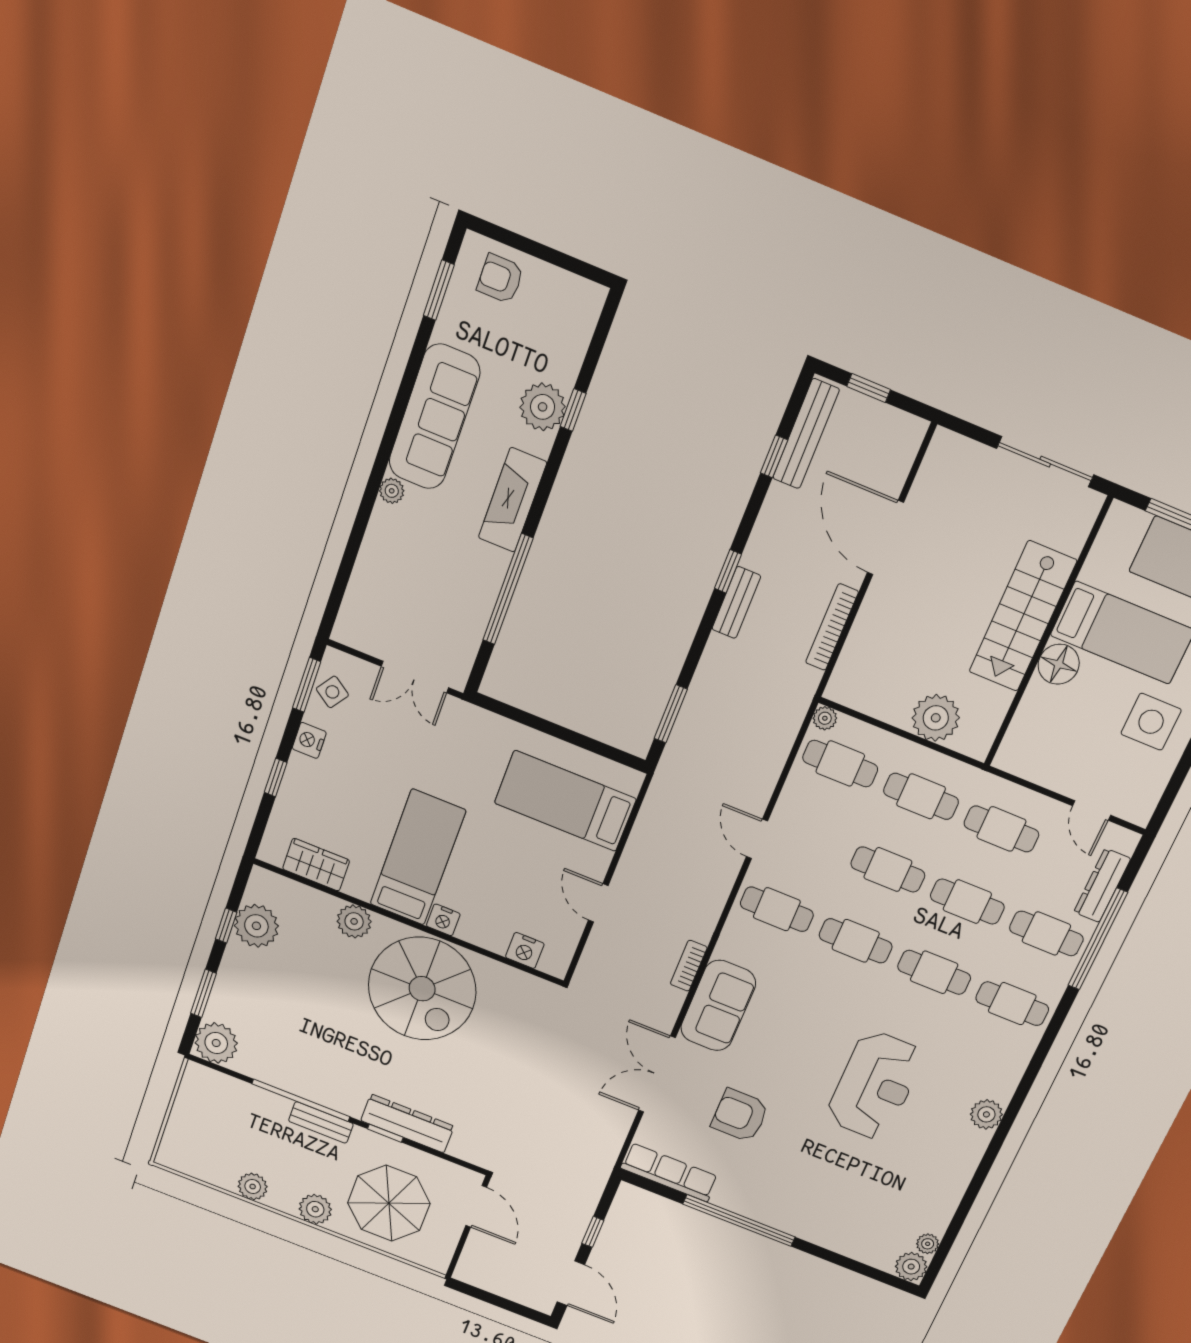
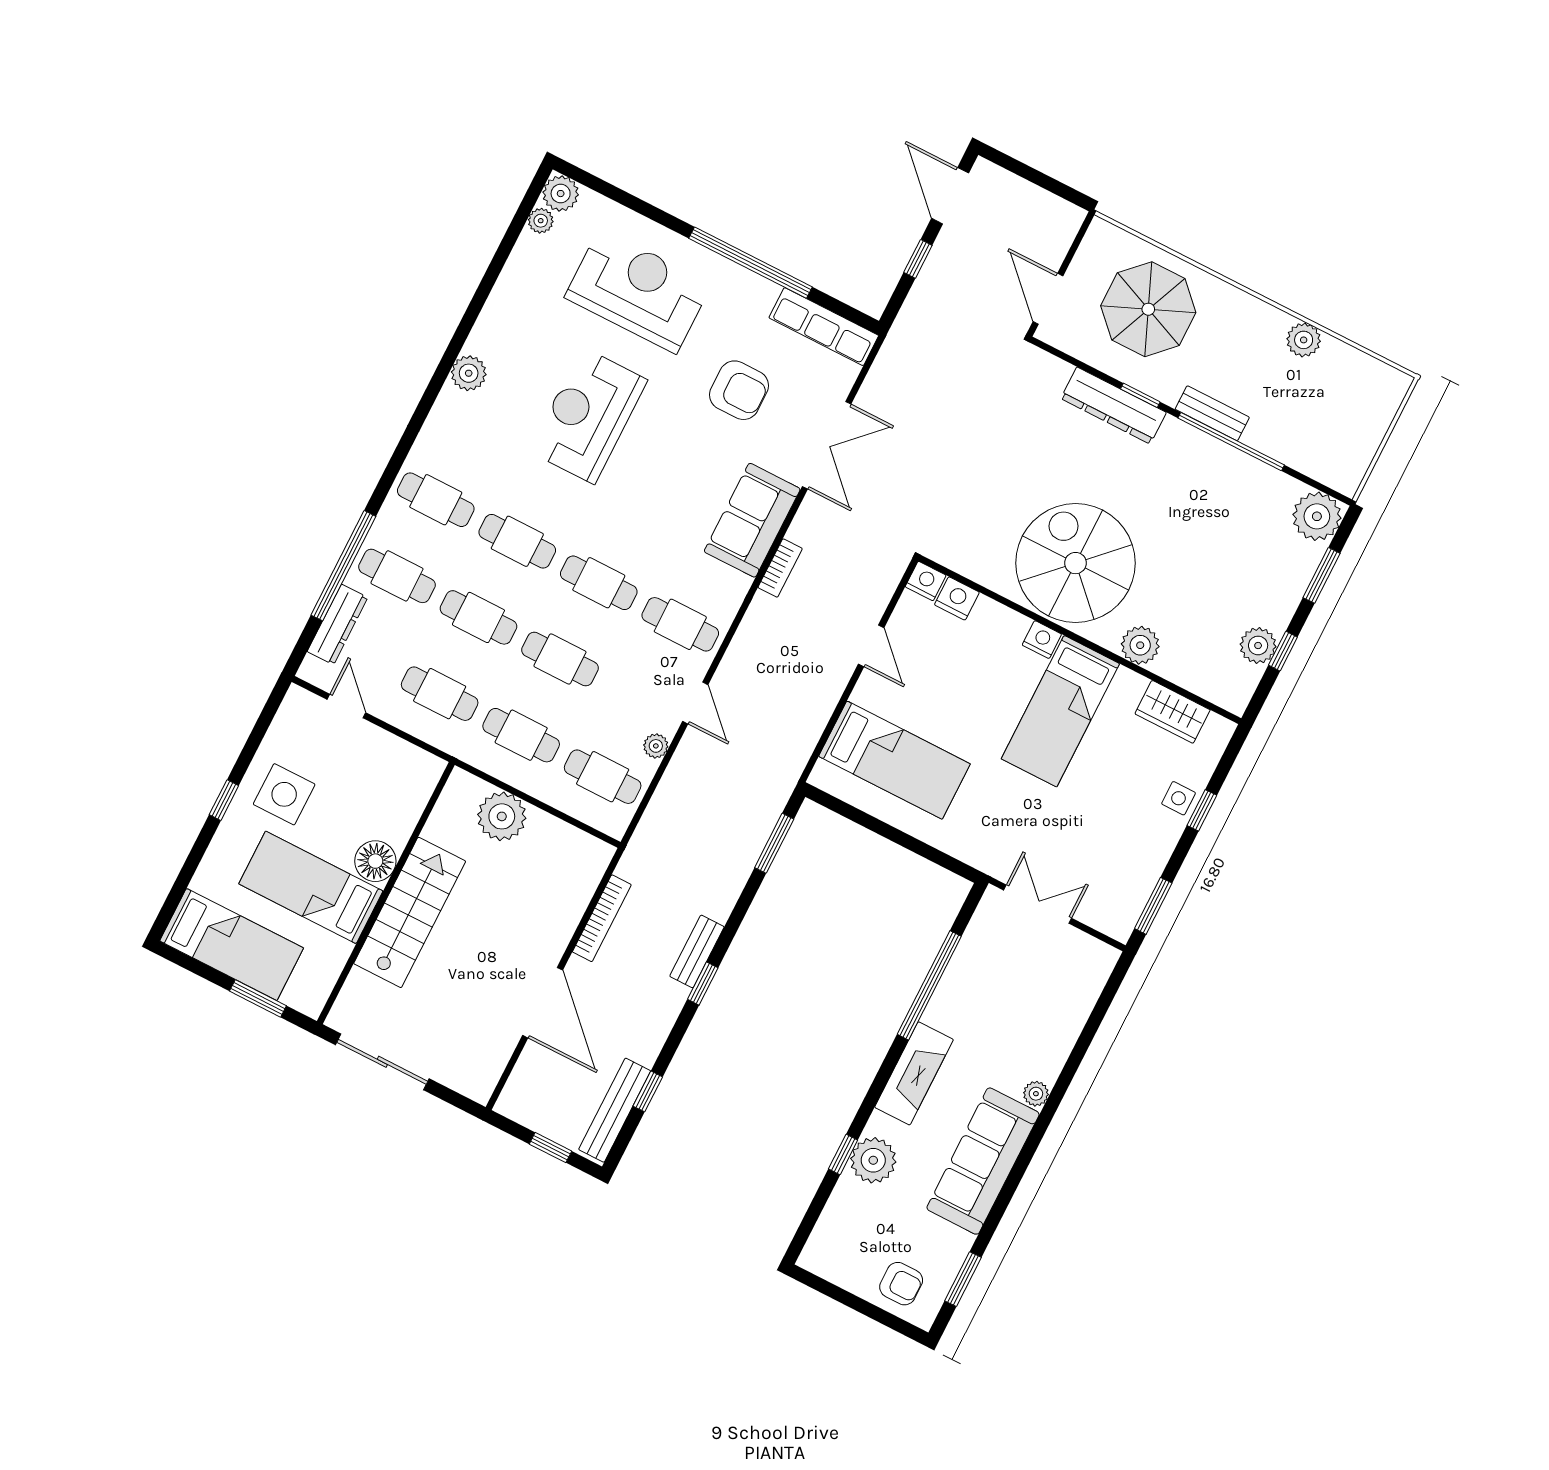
side table: (332, 692) -> (1179, 798), moved, turned -35
plant: (825, 718) -> (656, 746), moved
nightstand: (309, 740) -> (926, 581), moved, turned -90
plant: (256, 926) -> (1258, 645), width x0.73, depth x0.73
reception desk: (837, 1192) -> (638, 291), added
plant: (315, 1209) -> (1235, 307), removed

